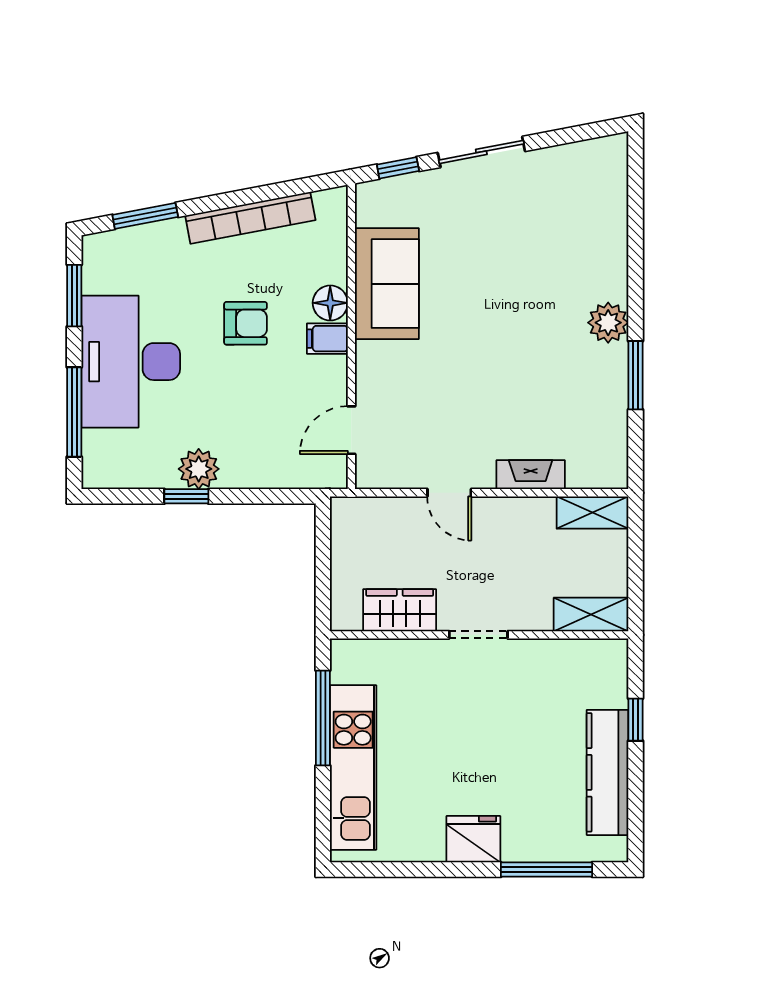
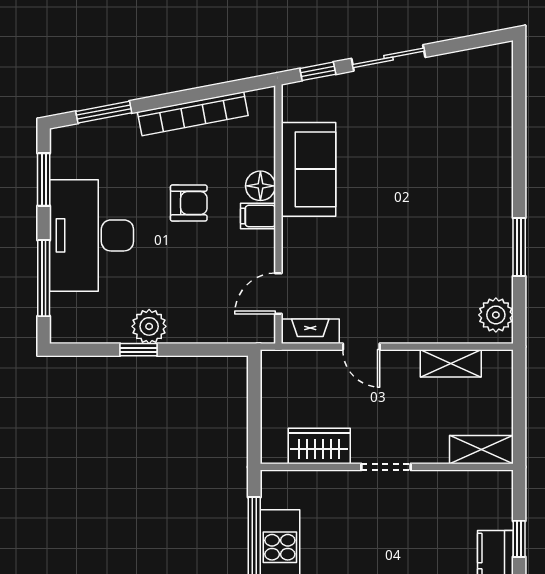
plant: (608, 323) -> (496, 315), moved
fireplace: (531, 475) -> (310, 331), moved
shelving: (592, 513) -> (451, 363), moved

